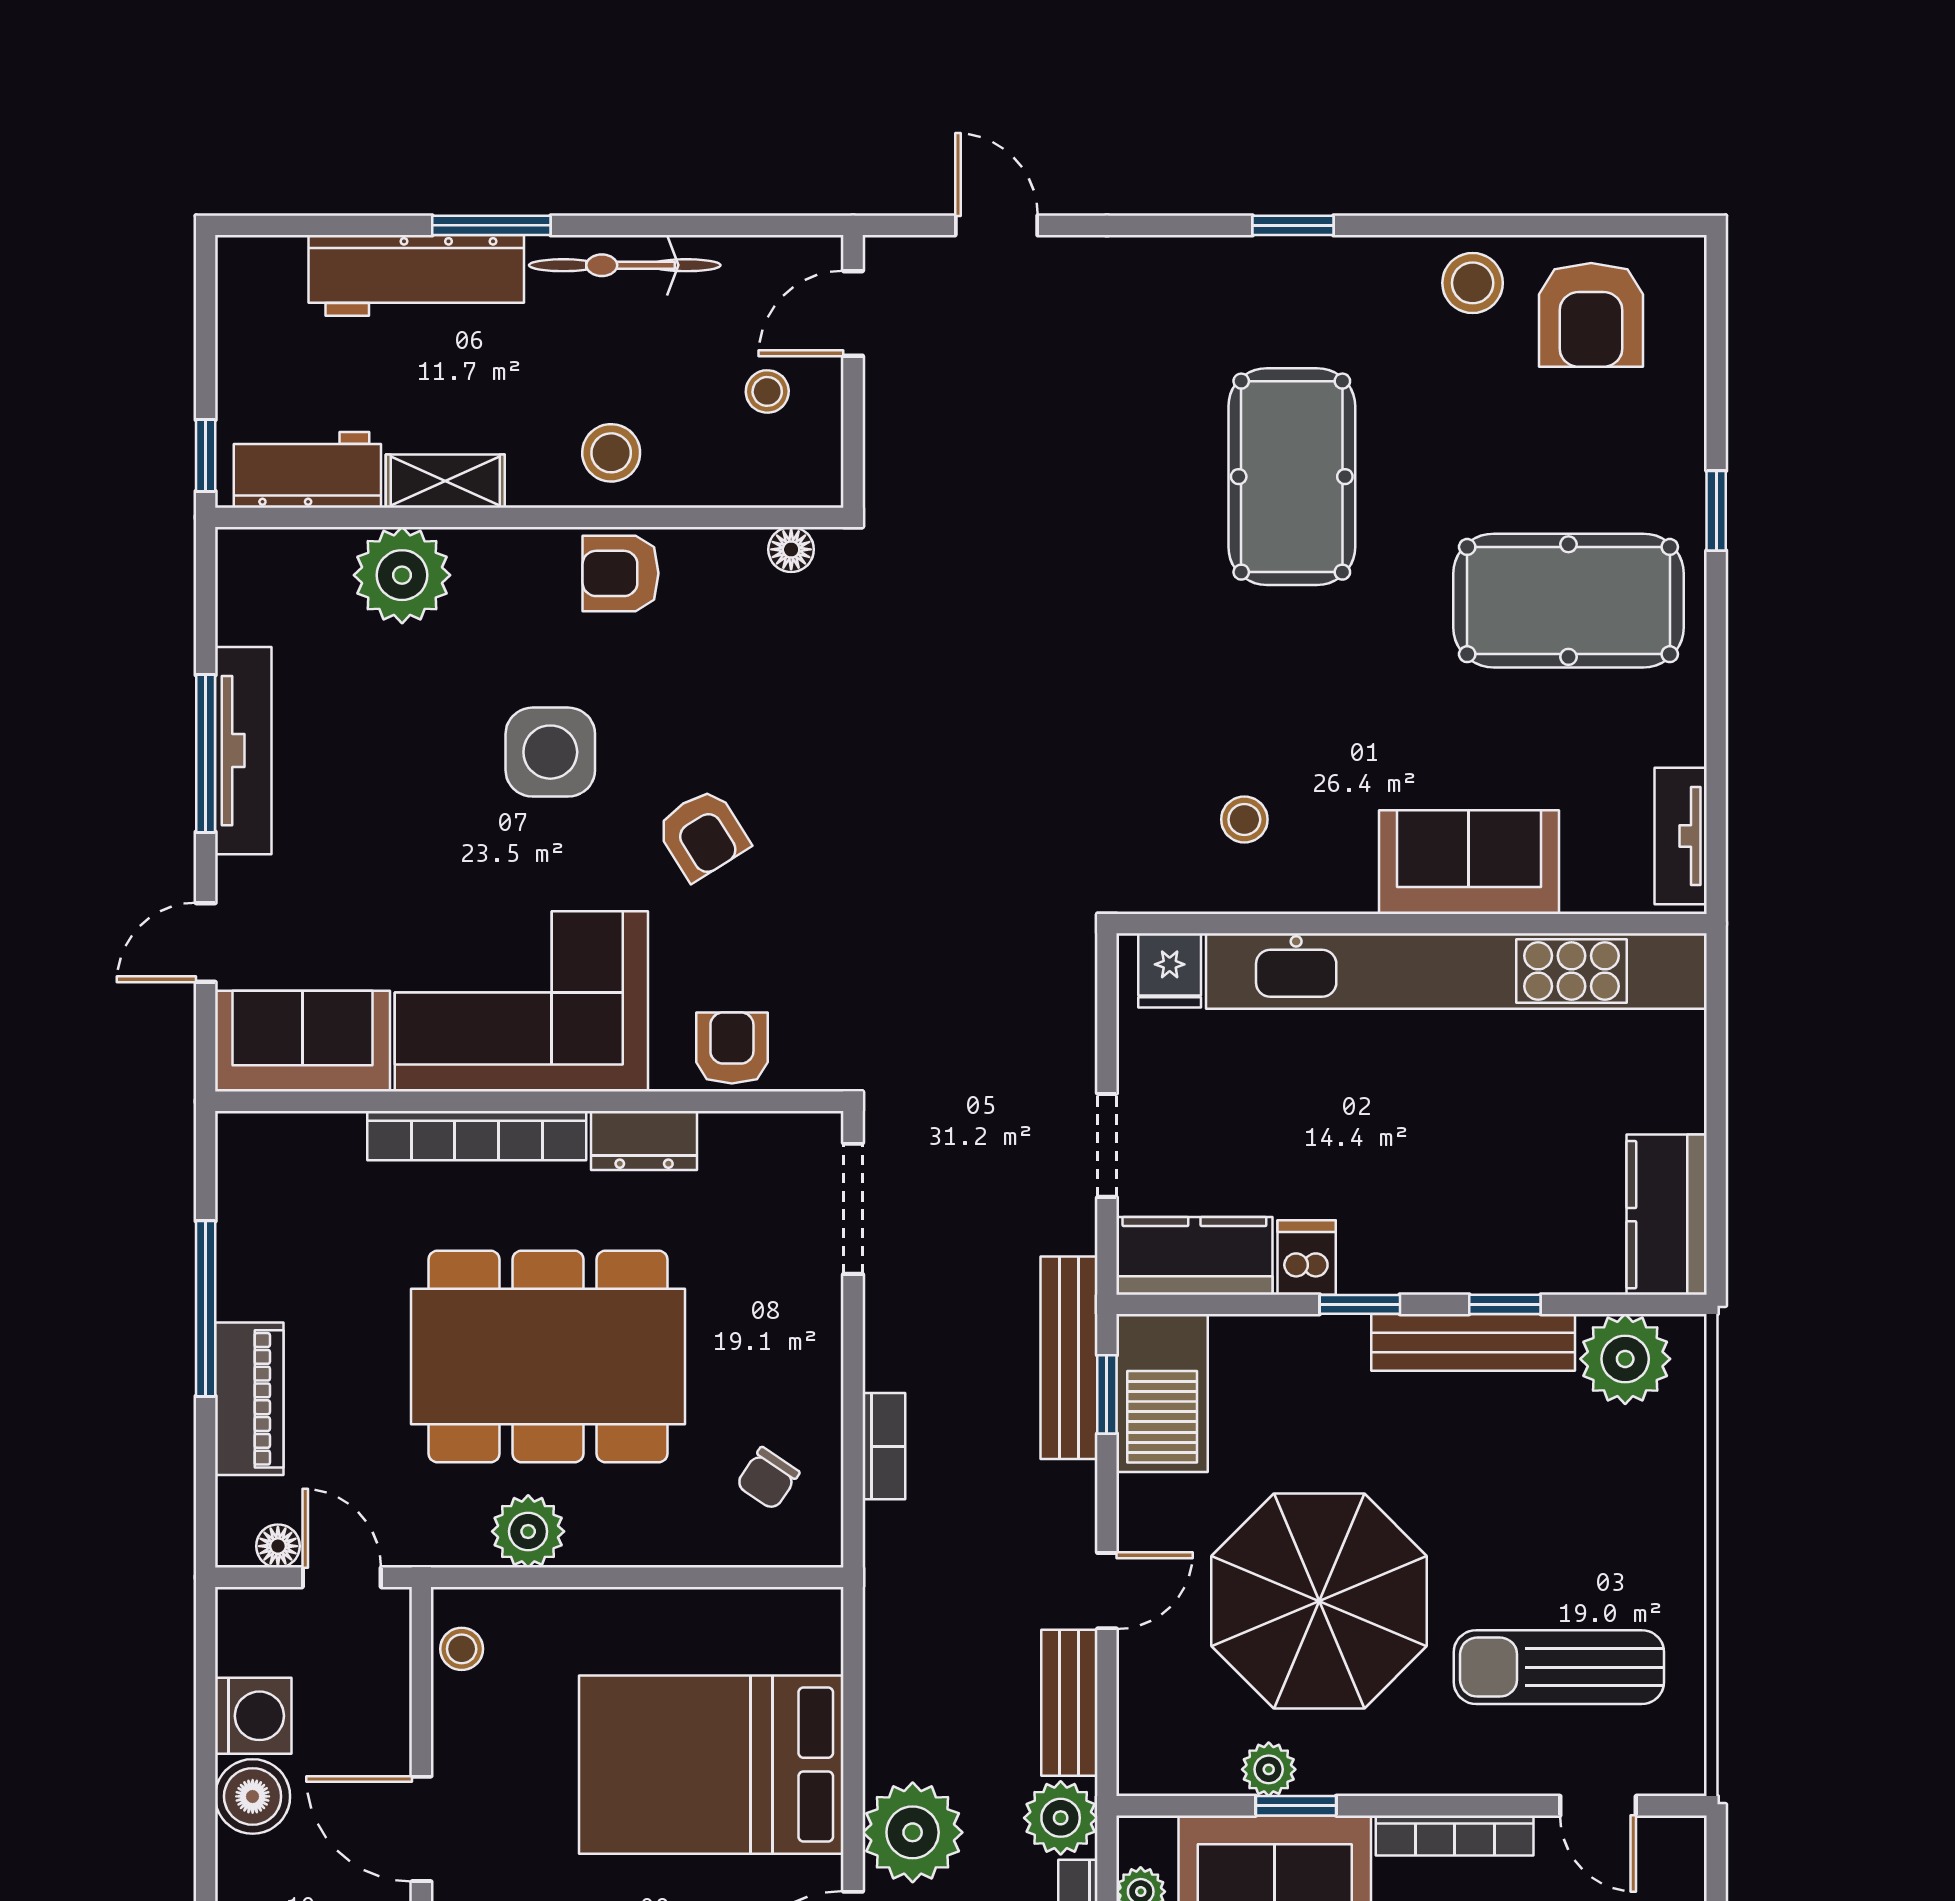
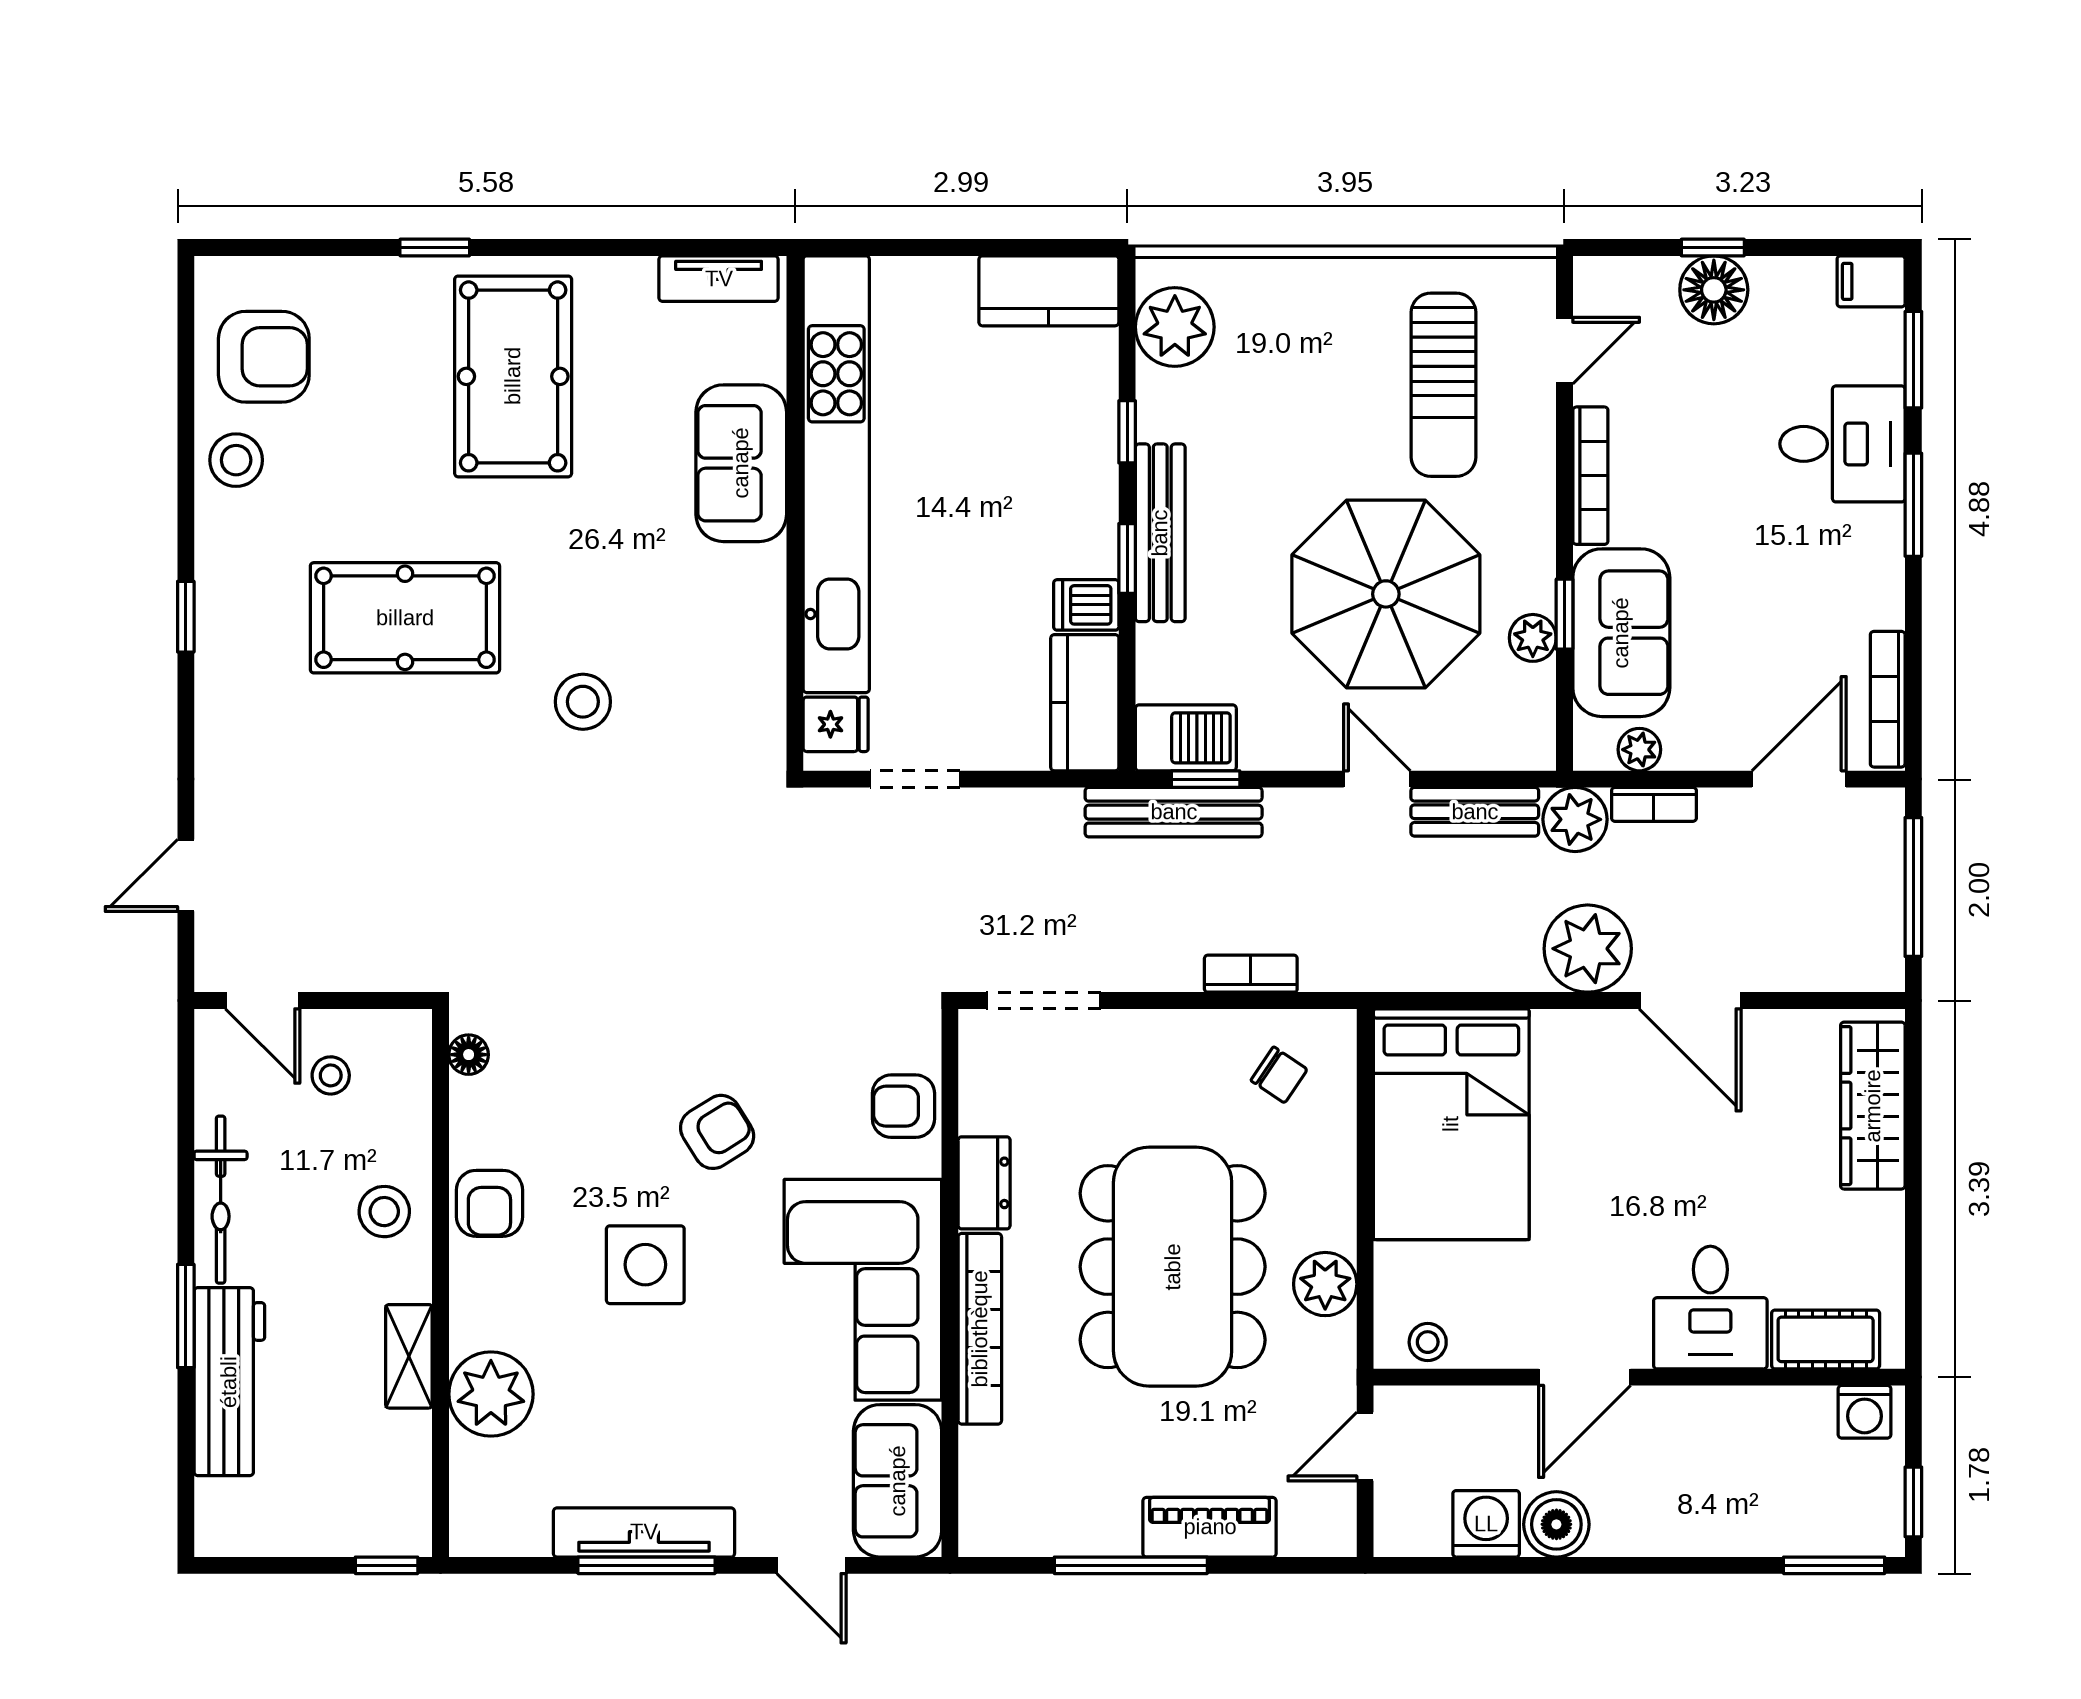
workbench: (307, 470) -> (399, 1477), removed
stool: (1244, 819) -> (583, 702), moved, width x1.37, depth x1.37
doorway: (1107, 1145) -> (915, 779), moved
bench: (1473, 1342) -> (1160, 533), moved
barbecue: (1162, 1393) -> (1186, 738), width x0.73, depth x0.83
floor lamp: (278, 1546) -> (1338, 1502), removed
bed: (711, 1765) -> (1451, 1124), moved

